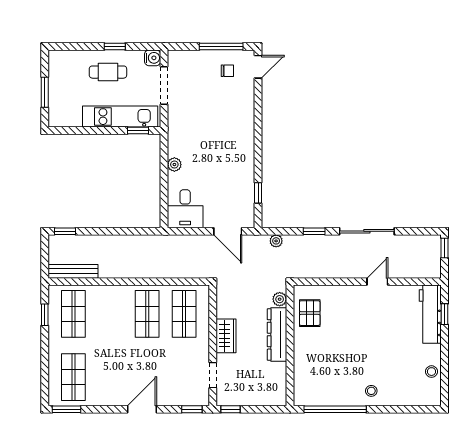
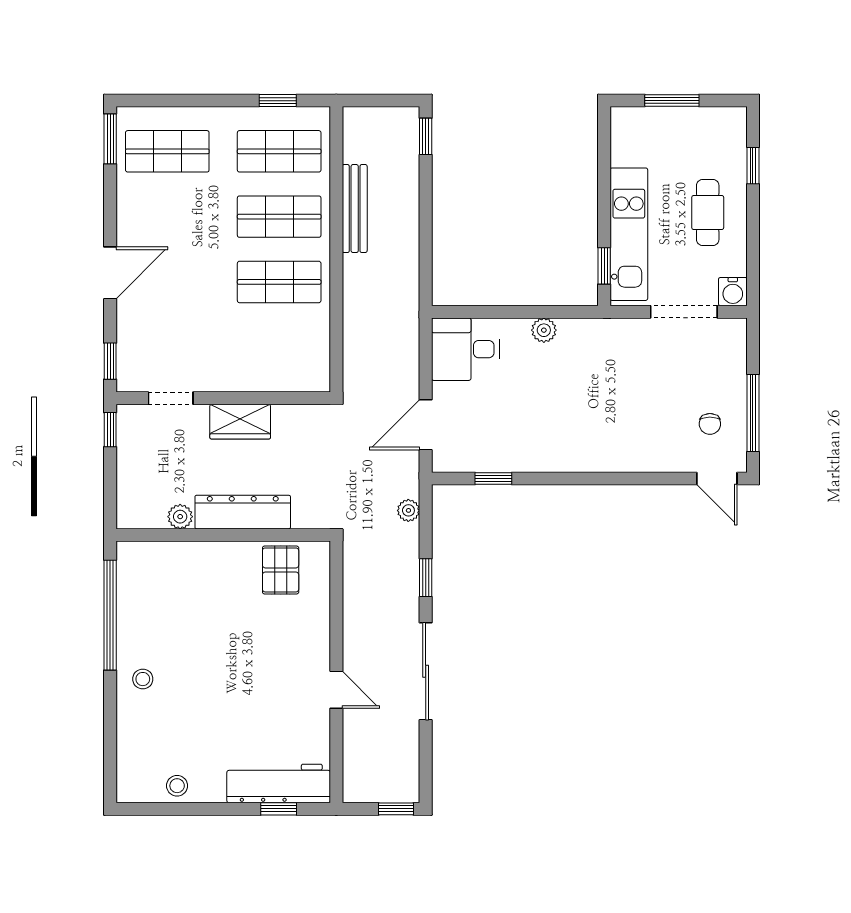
window: (115, 46) -> (753, 166), moved
bench: (73, 271) -> (355, 209), moved
plant: (280, 299) -> (180, 517), moved
pallet: (310, 313) -> (281, 570), turned 90
shop shelf: (184, 314) -> (279, 217), moved
door: (142, 409) -> (110, 273), hinge flipped

